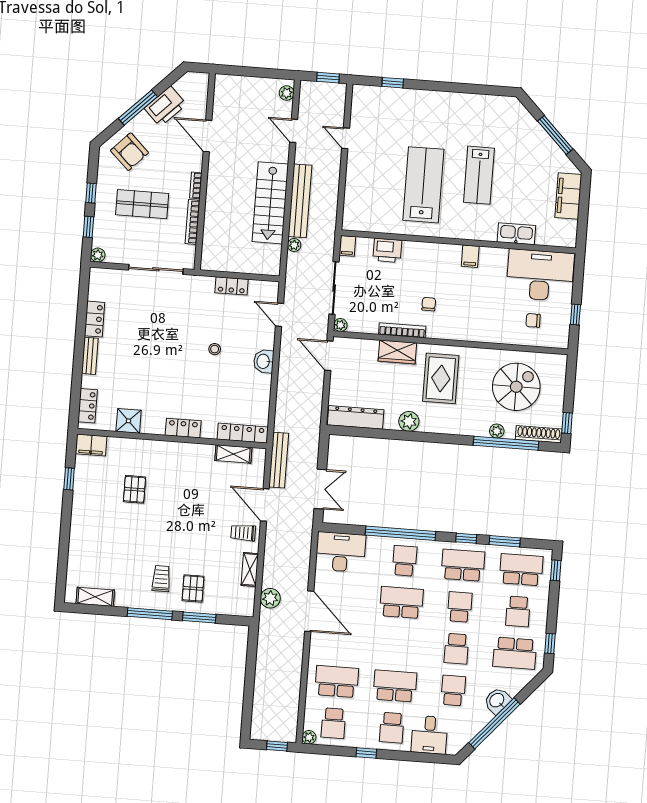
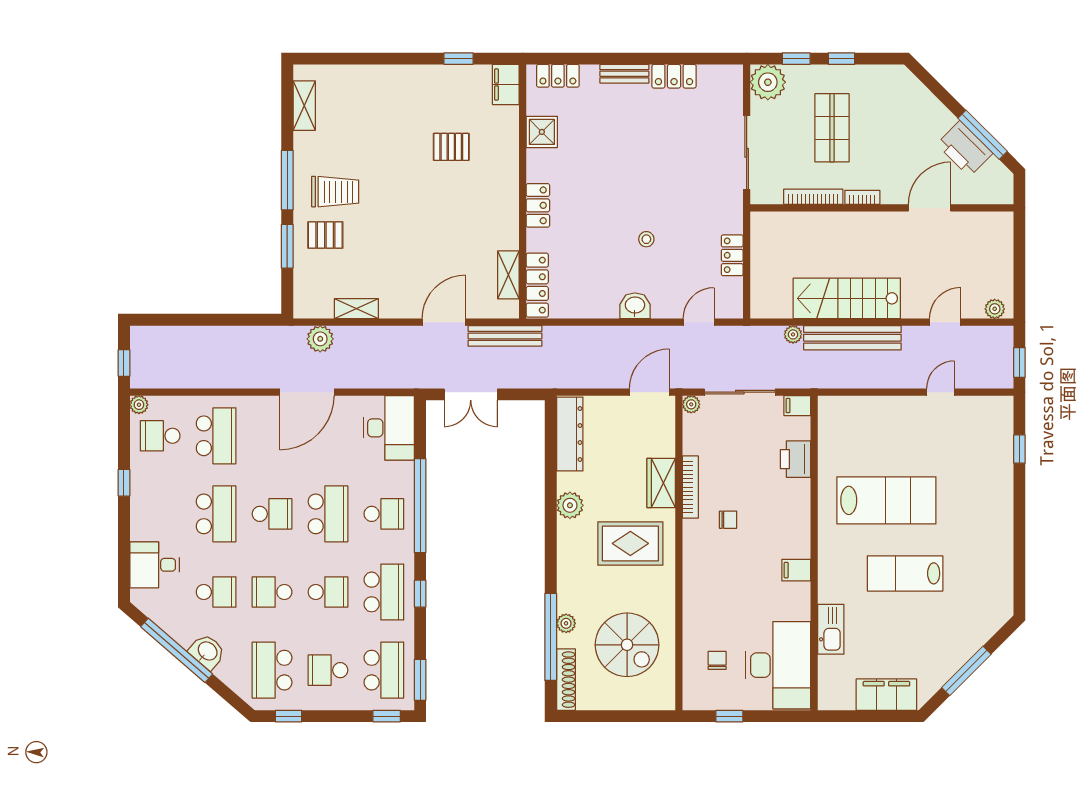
window: (138, 108) -> (983, 135), moved
armchair: (129, 152) -> (900, 105), removed
plant: (98, 255) -> (768, 82), width x1.88, depth x1.88
window: (567, 423) -> (584, 716), removed
trolley: (243, 533) -> (405, 296), removed
window: (505, 541) -> (420, 680), moved
trolley: (161, 579) -> (335, 192), width x1.36, depth x1.39
school desk: (392, 728) -> (272, 514), moved, turned 180

